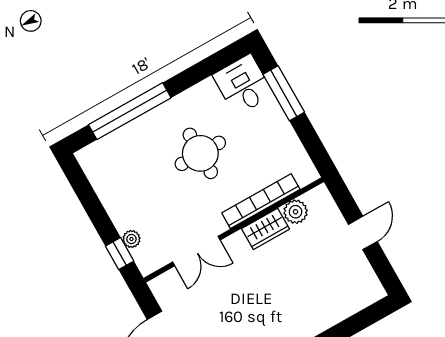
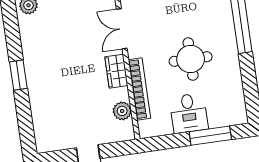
desk: (243, 85) -> (189, 113), moved, turned 90
wardrobe: (266, 229) -> (116, 71), moved

